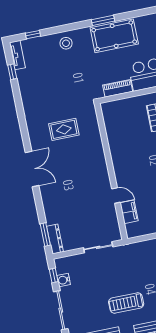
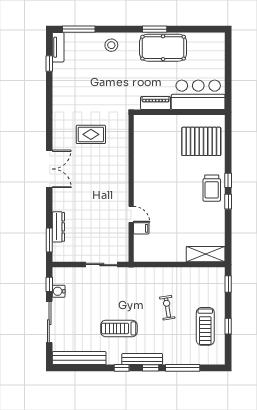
window: (33, 35) -> (79, 29), width x2.17
filing cabinet: (129, 212) -> (141, 228), width x0.50
dresser: (55, 239) -> (58, 227), moved

